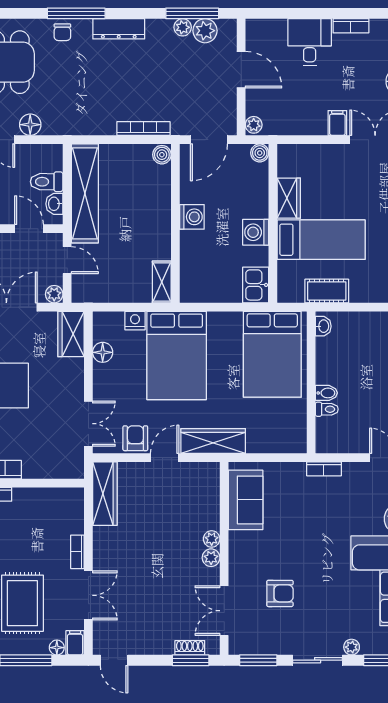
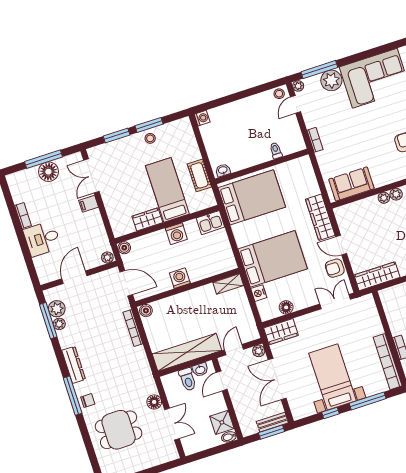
bidet: (326, 393) -> (265, 154), removed

